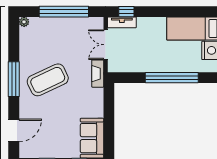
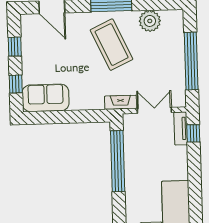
plant: (24, 22) -> (150, 21), moved, width x1.88, depth x1.88
window: (172, 78) -> (118, 161), moved

